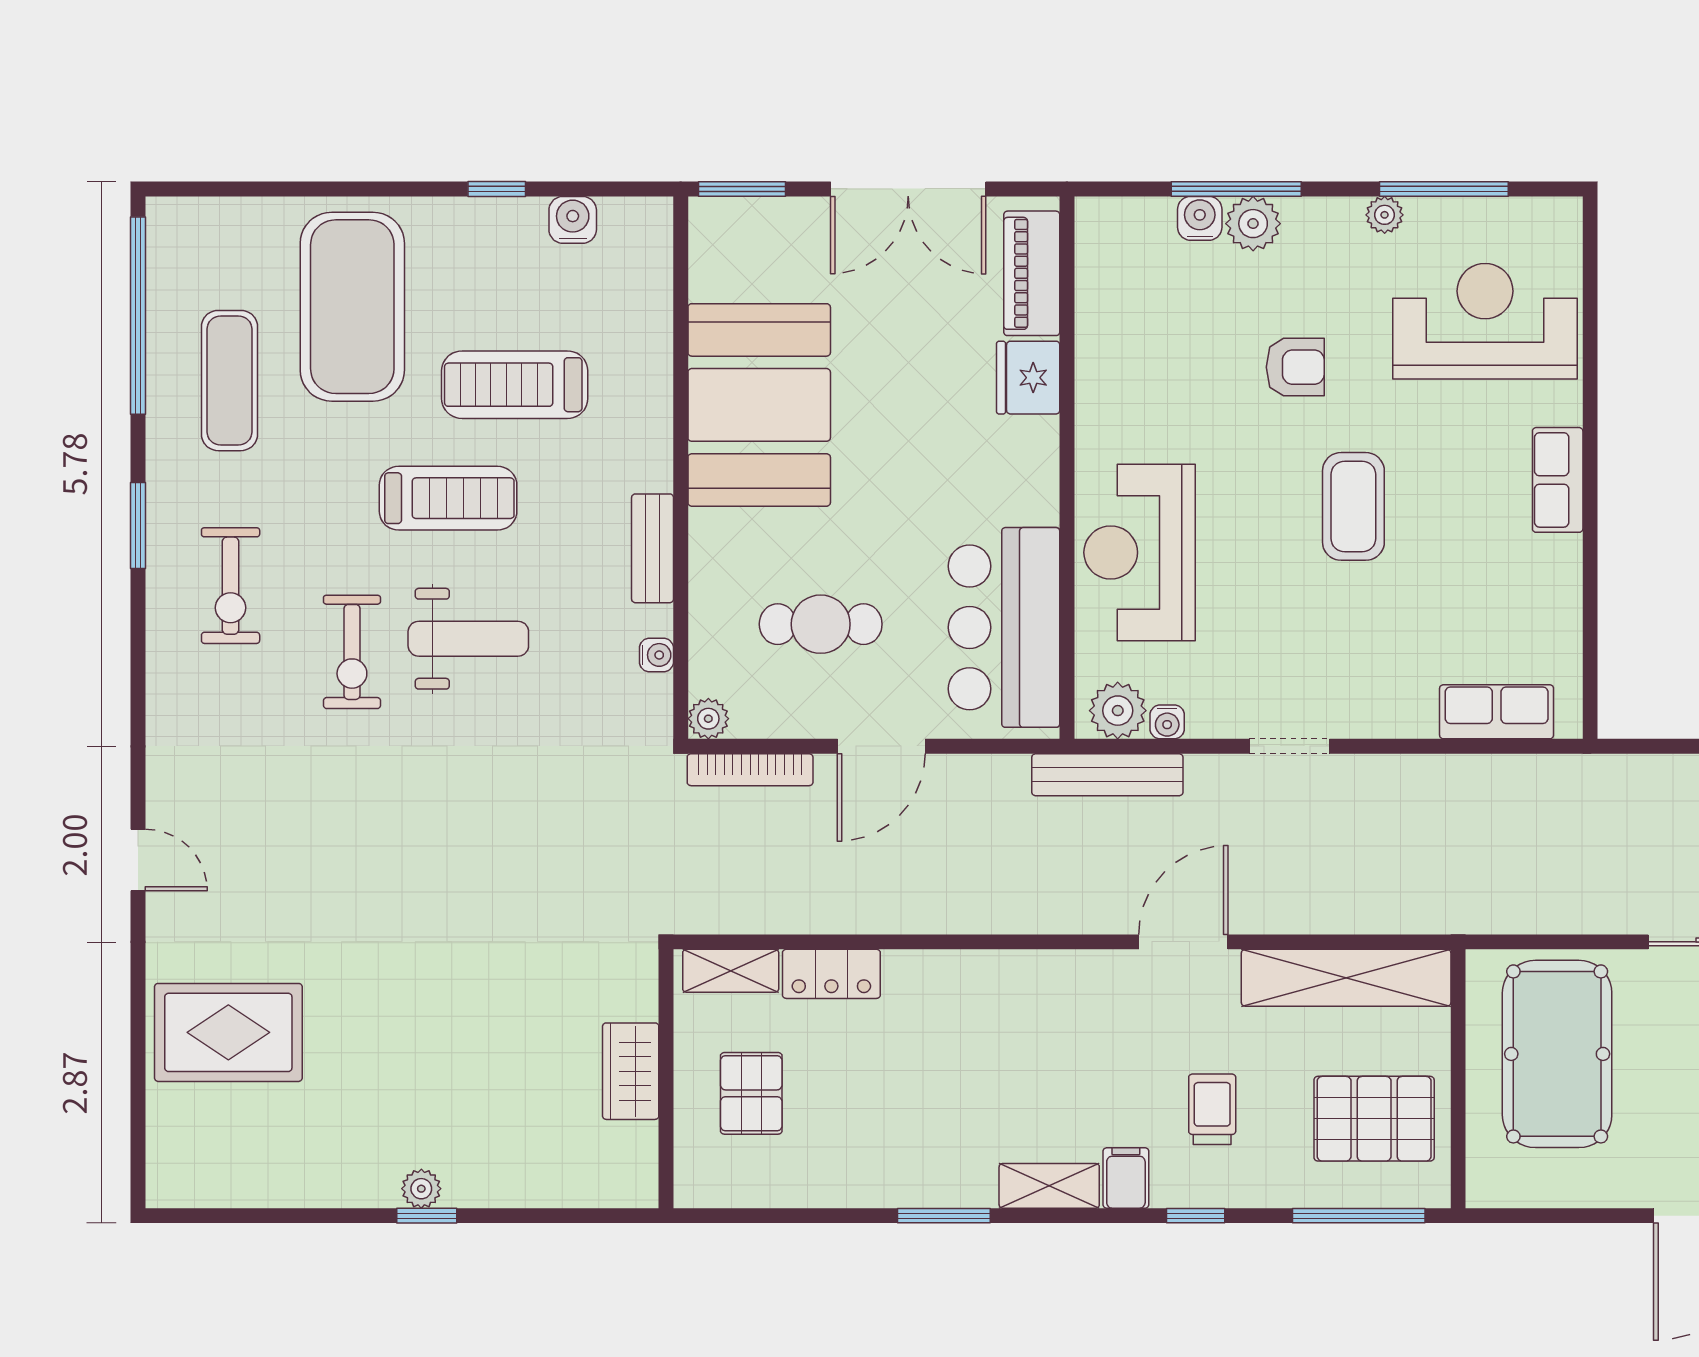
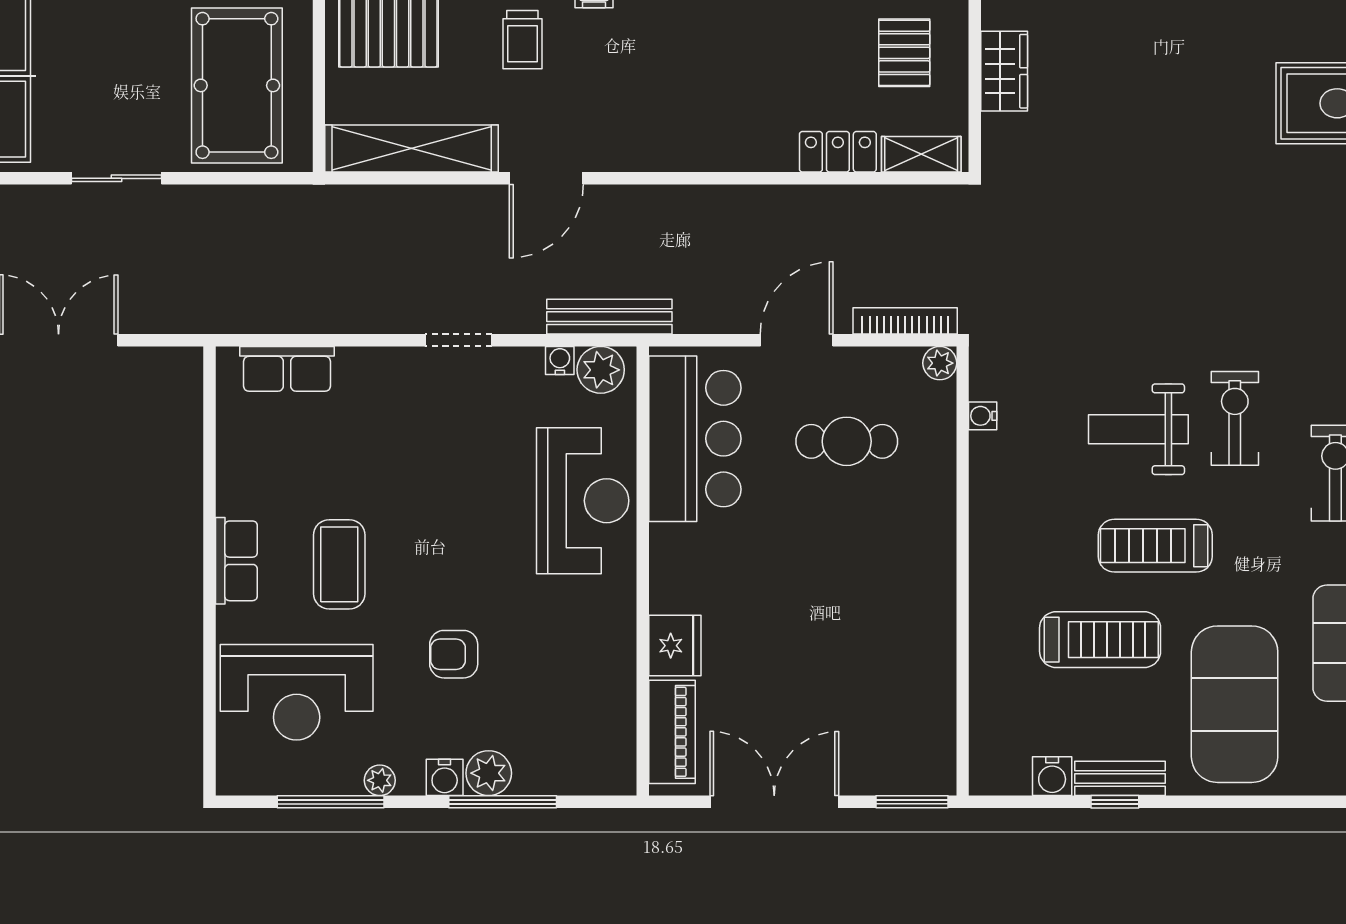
water cooler: (1200, 218) -> (445, 777), moved
booth: (759, 405) -> (898, 623), removed
coffee table: (1353, 506) -> (339, 564), moved
bench: (653, 548) -> (1120, 778), moved, turned 90

